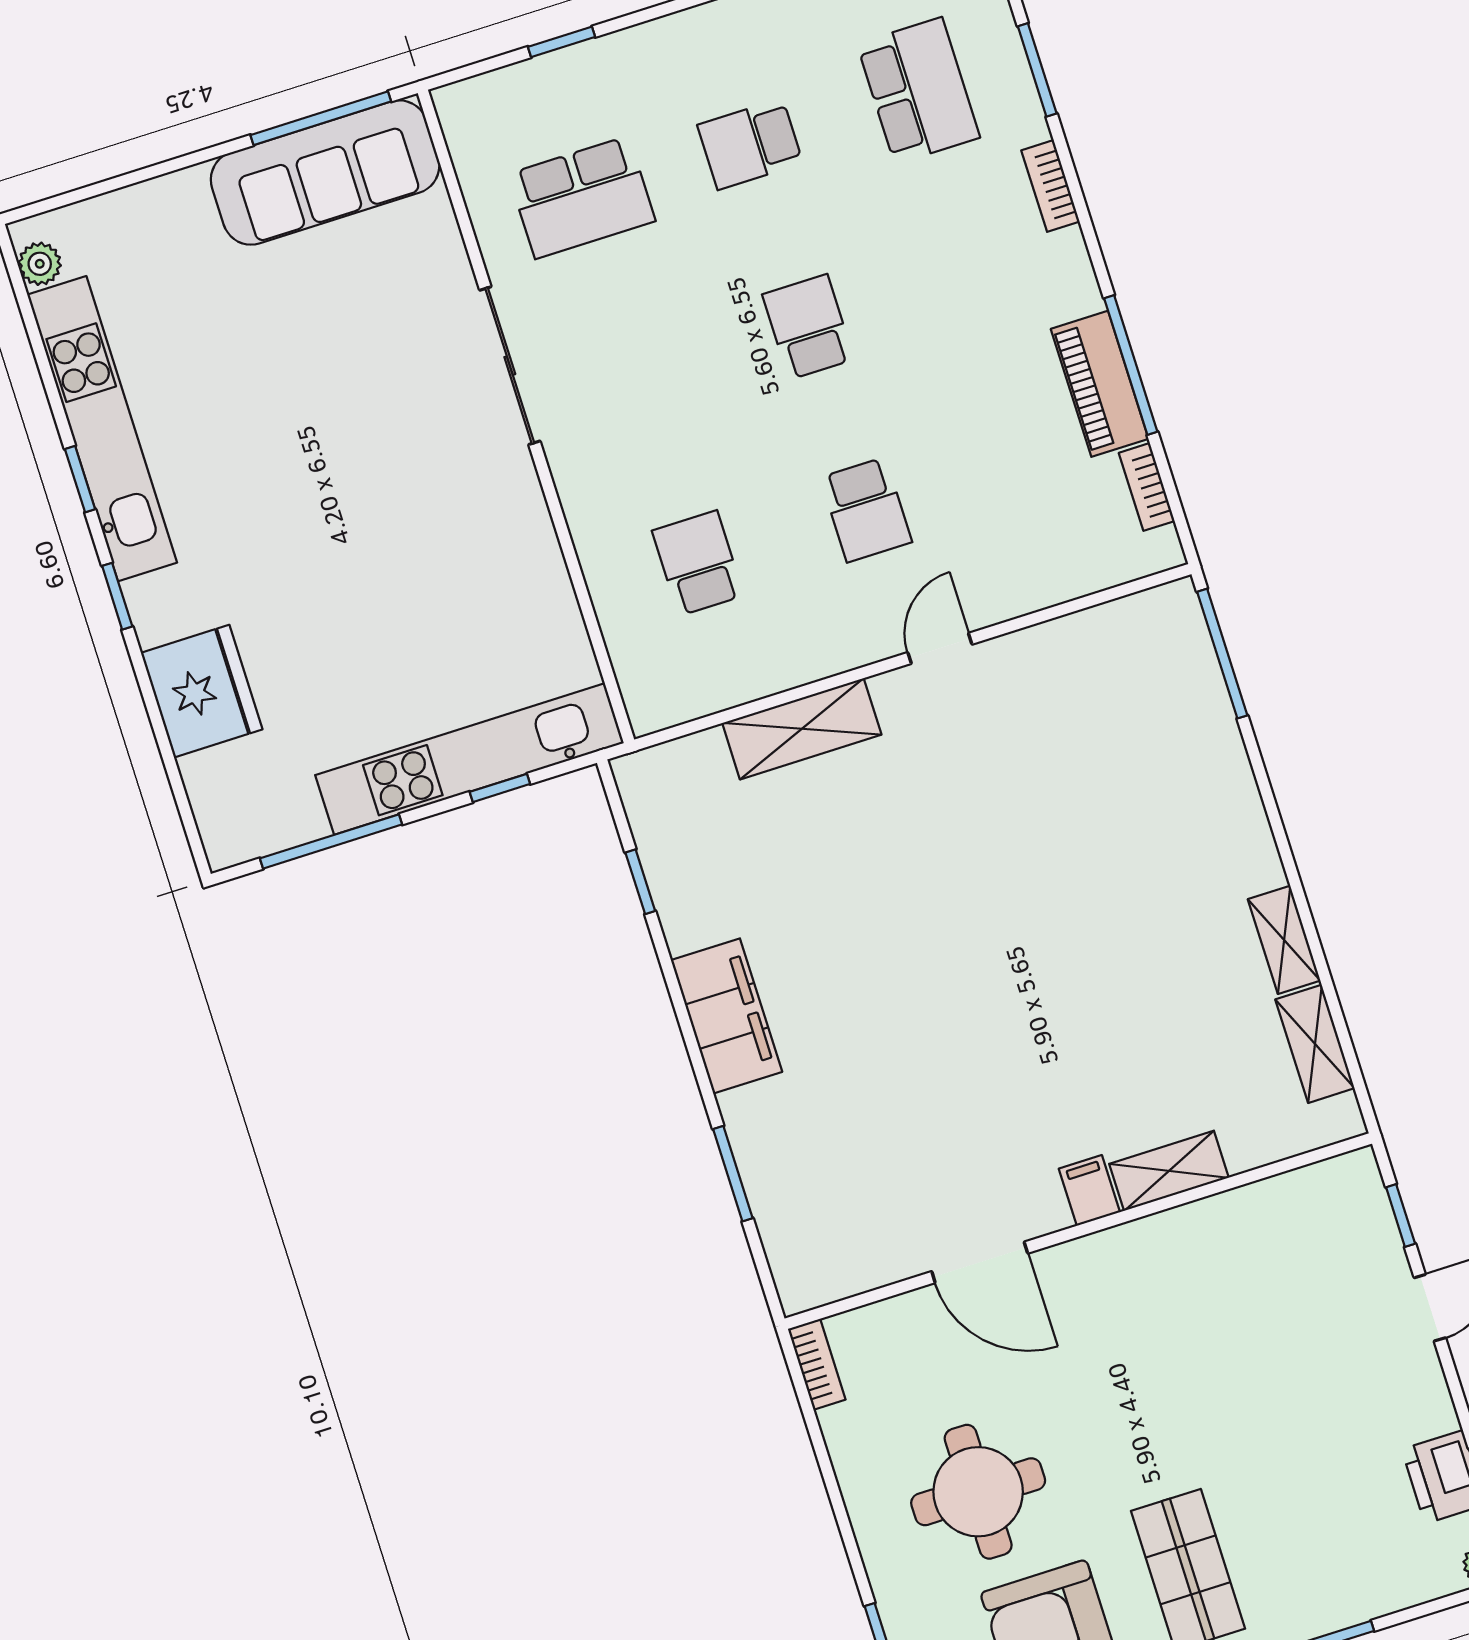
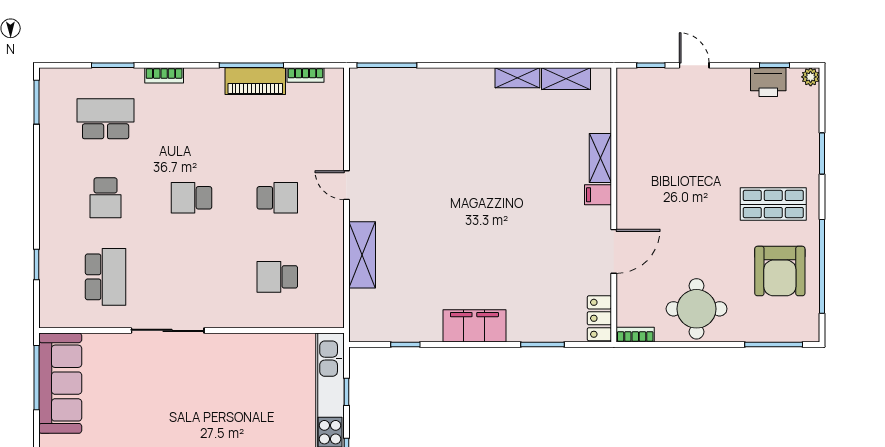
locker: (827, 1277) -> (599, 318), added
round table: (978, 1492) -> (697, 309), moved

